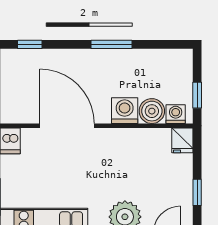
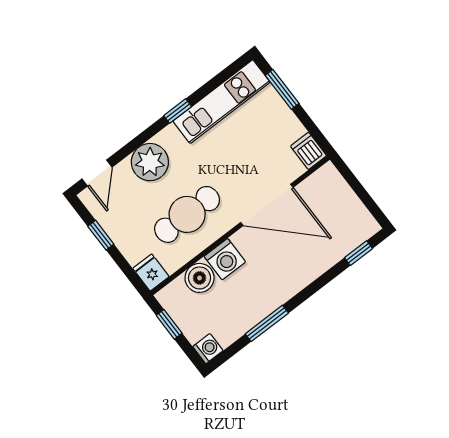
window: (111, 44) -> (267, 323), moved
washing machine: (176, 114) -> (208, 349), moved, turned -90
cafe table: (127, 161) -> (187, 214), added

